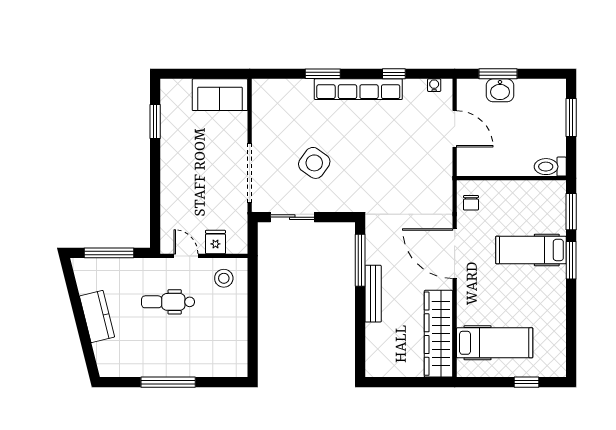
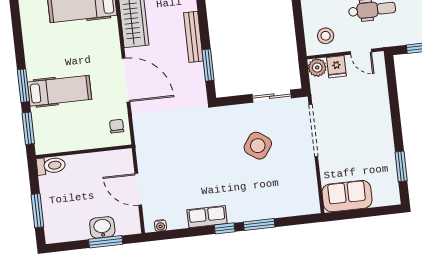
window: (394, 74) -> (225, 228), moved
row of seats: (358, 89) -> (207, 217), width x0.50
plant: (237, 244) -> (317, 68), added
window: (360, 260) -> (208, 65), width x0.69

